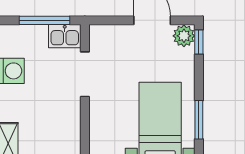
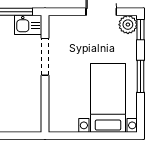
window: (199, 120) -> (140, 76), moved

